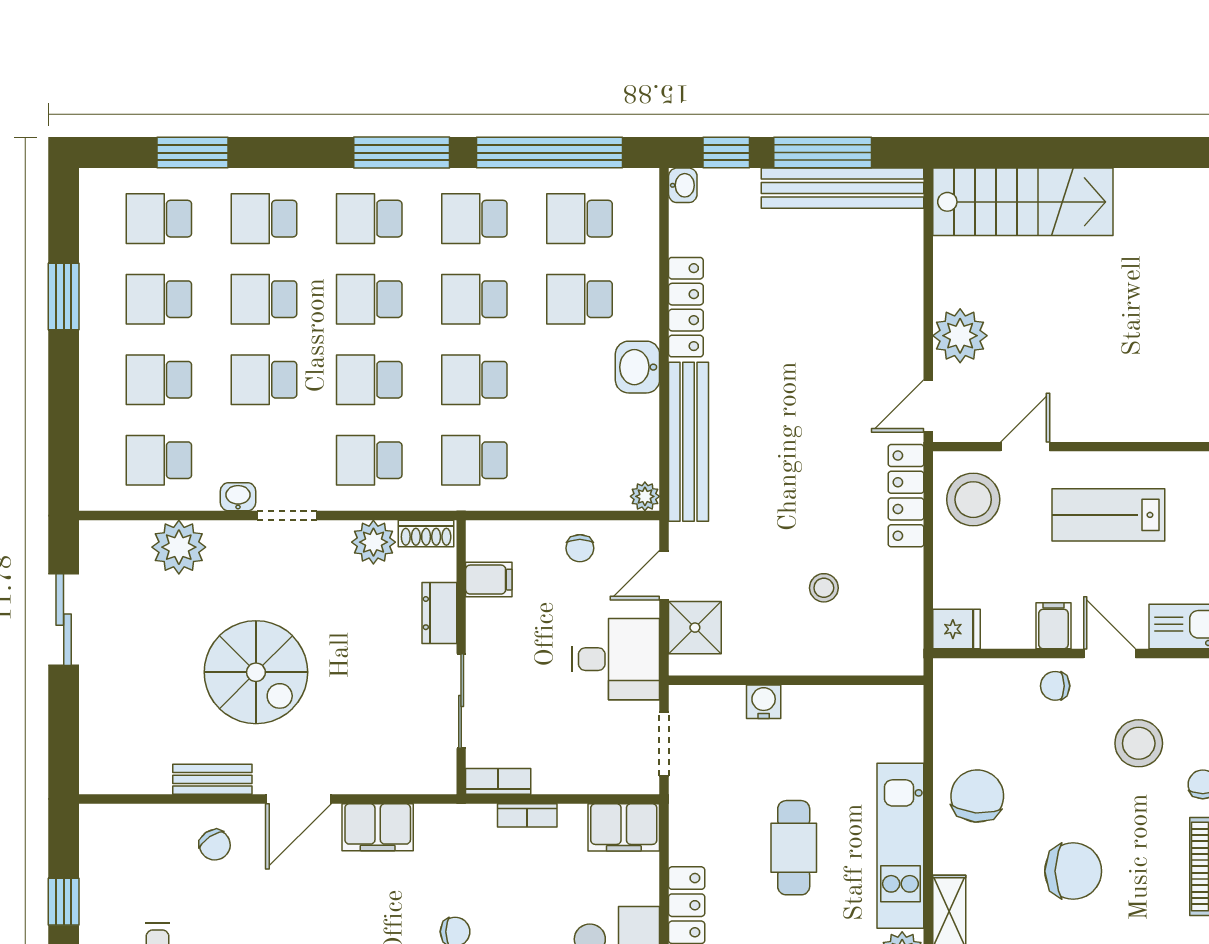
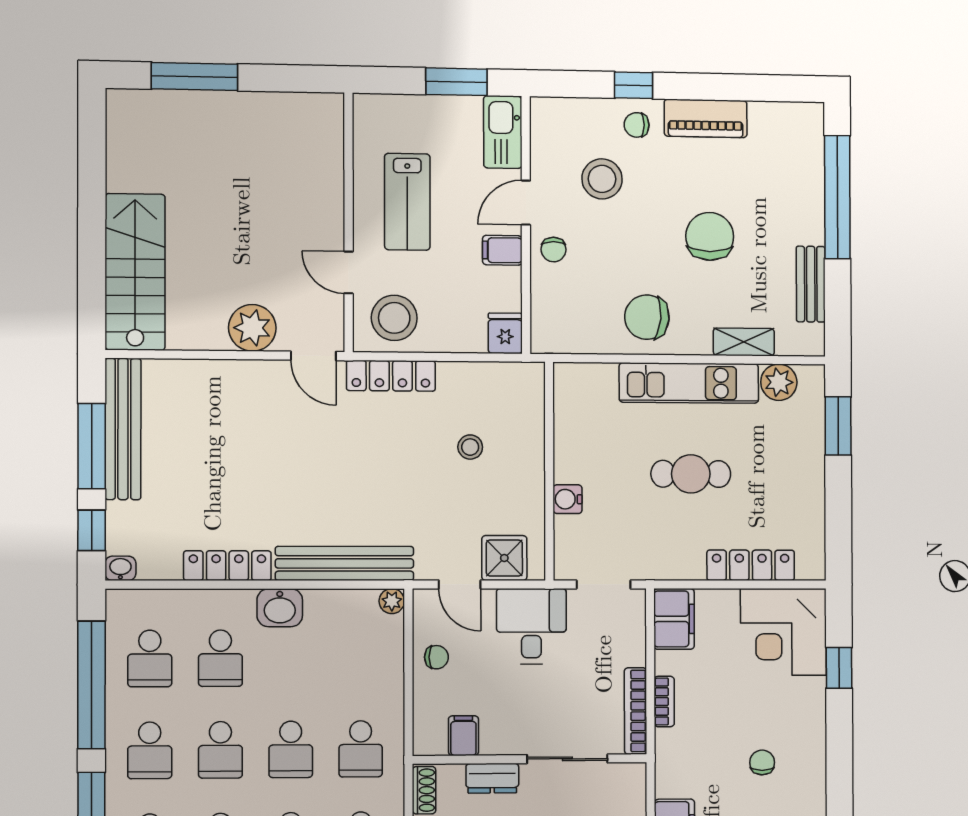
bookcase: (498, 781) -> (635, 711), width x1.56

